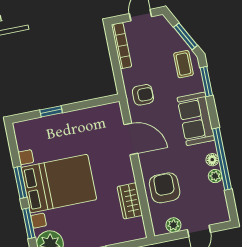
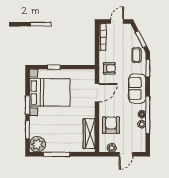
door: (131, 139) -> (97, 93), hinge flipped
bed with nightstands: (59, 184) -> (50, 92), moved
wardrobe: (130, 201) -> (89, 134), width x1.50

